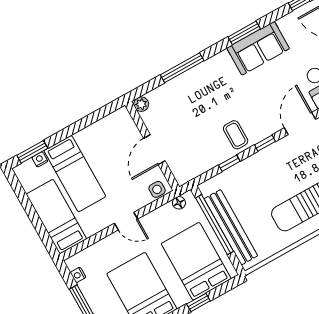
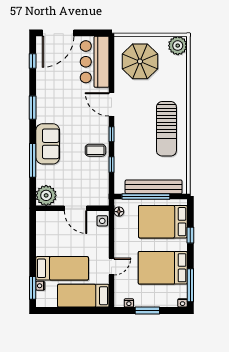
sofa: (258, 48) -> (48, 144), moved
plant: (141, 104) -> (46, 195), width x1.87, depth x1.87
door: (126, 221) -> (112, 266), moved

